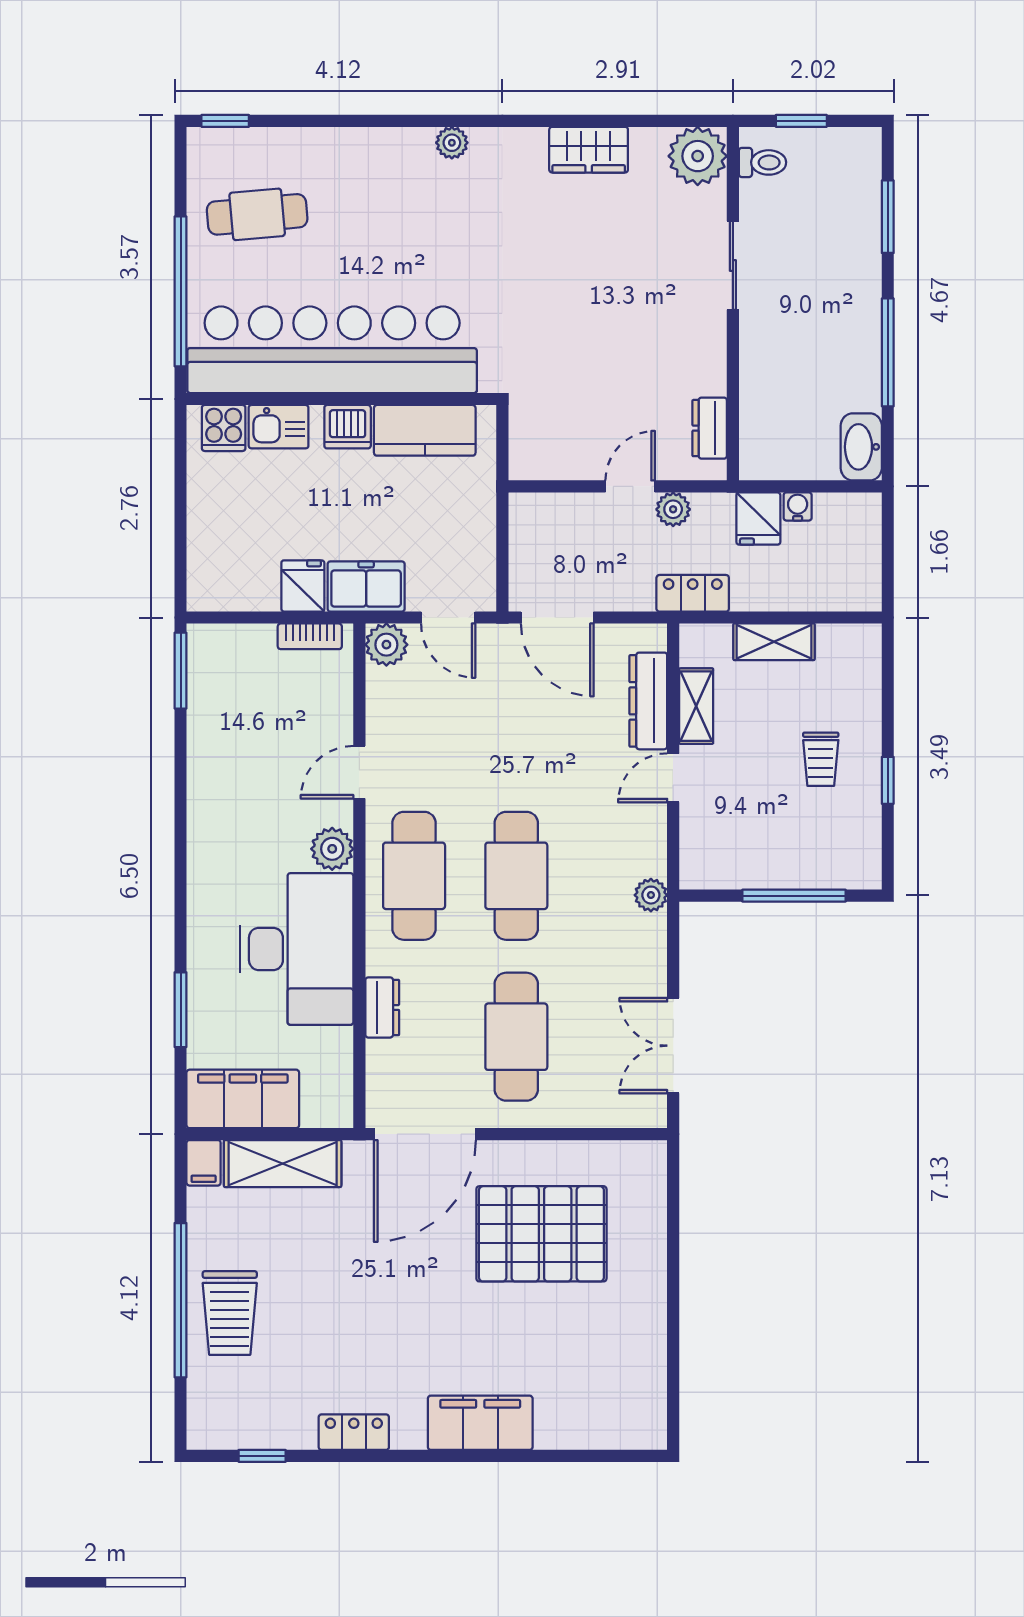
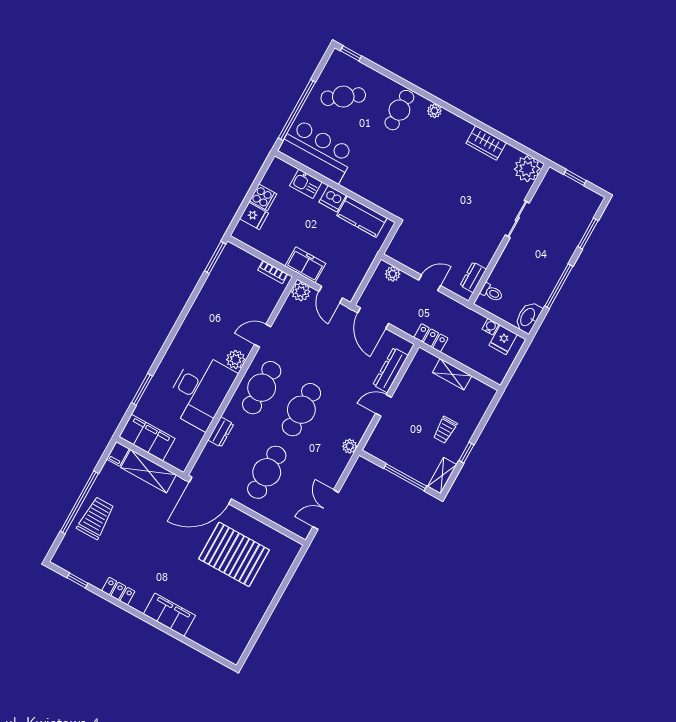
toilet: (762, 162) -> (492, 292), moved
cafe table: (382, 180) -> (399, 110), added
cafe table: (257, 214) -> (343, 97), turned -30
bar counter: (332, 350) -> (317, 151), width x0.54
cooker: (224, 428) -> (263, 197), moved, turned -90
plant: (673, 509) -> (393, 274), moved
fridge: (758, 519) -> (503, 340), moved
fridge: (303, 586) -> (254, 216), moved, turned 90
shelving: (696, 706) -> (442, 476), moved
trolley: (230, 1313) -> (96, 518), turned 180

